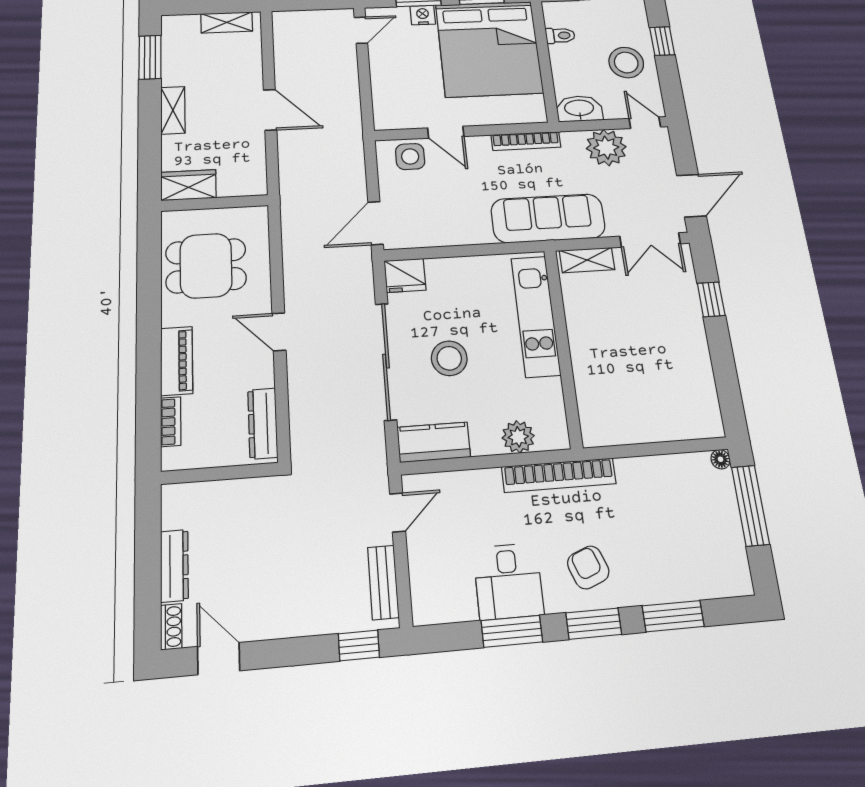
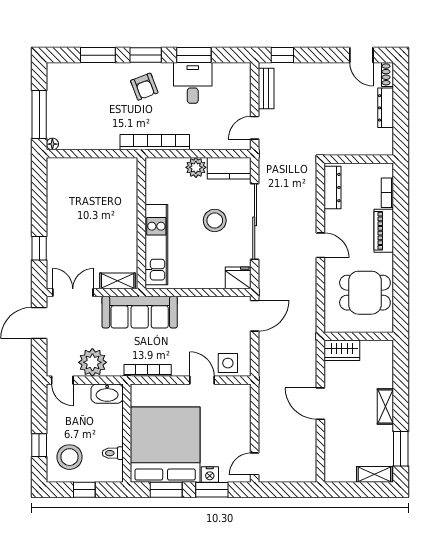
shelving: (227, 22) -> (374, 474), moved
stool: (626, 63) -> (69, 457), moved
wardrobe: (189, 185) -> (342, 350), moved
plant: (518, 437) -> (196, 167), moved

